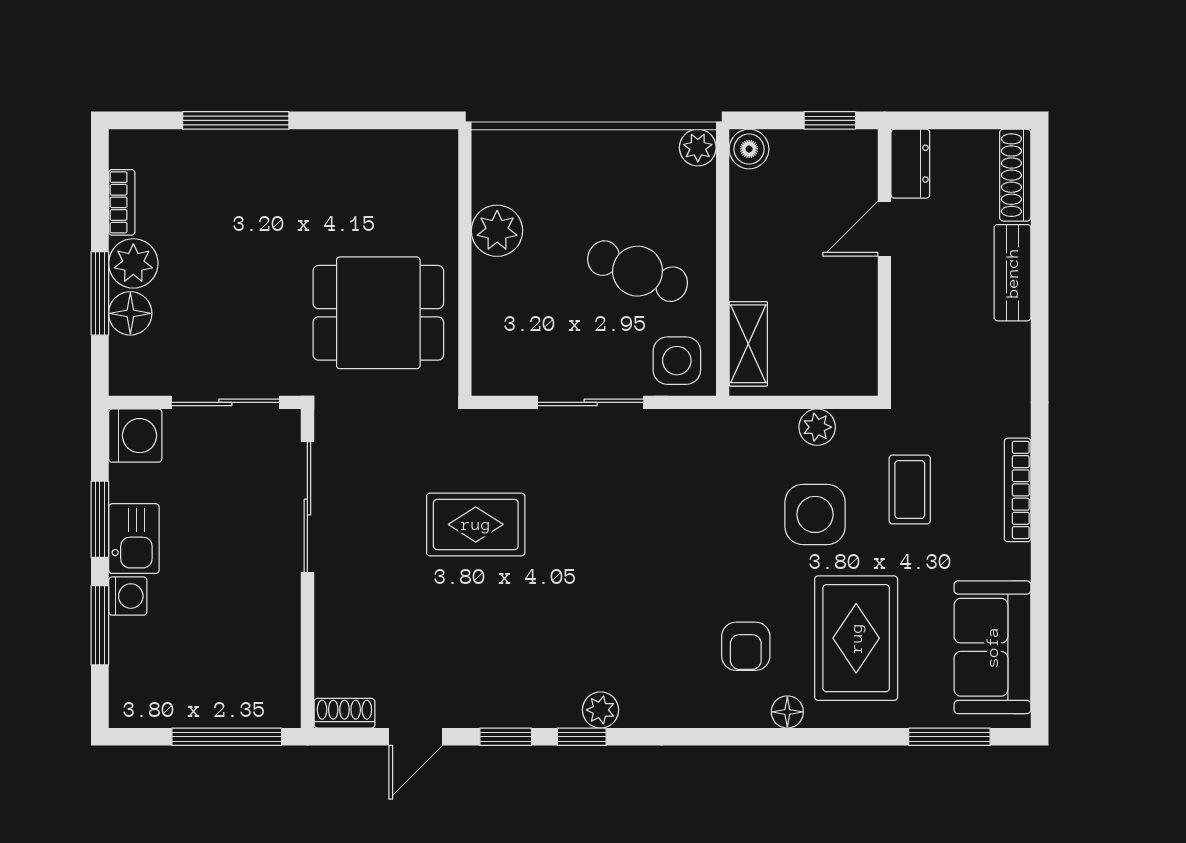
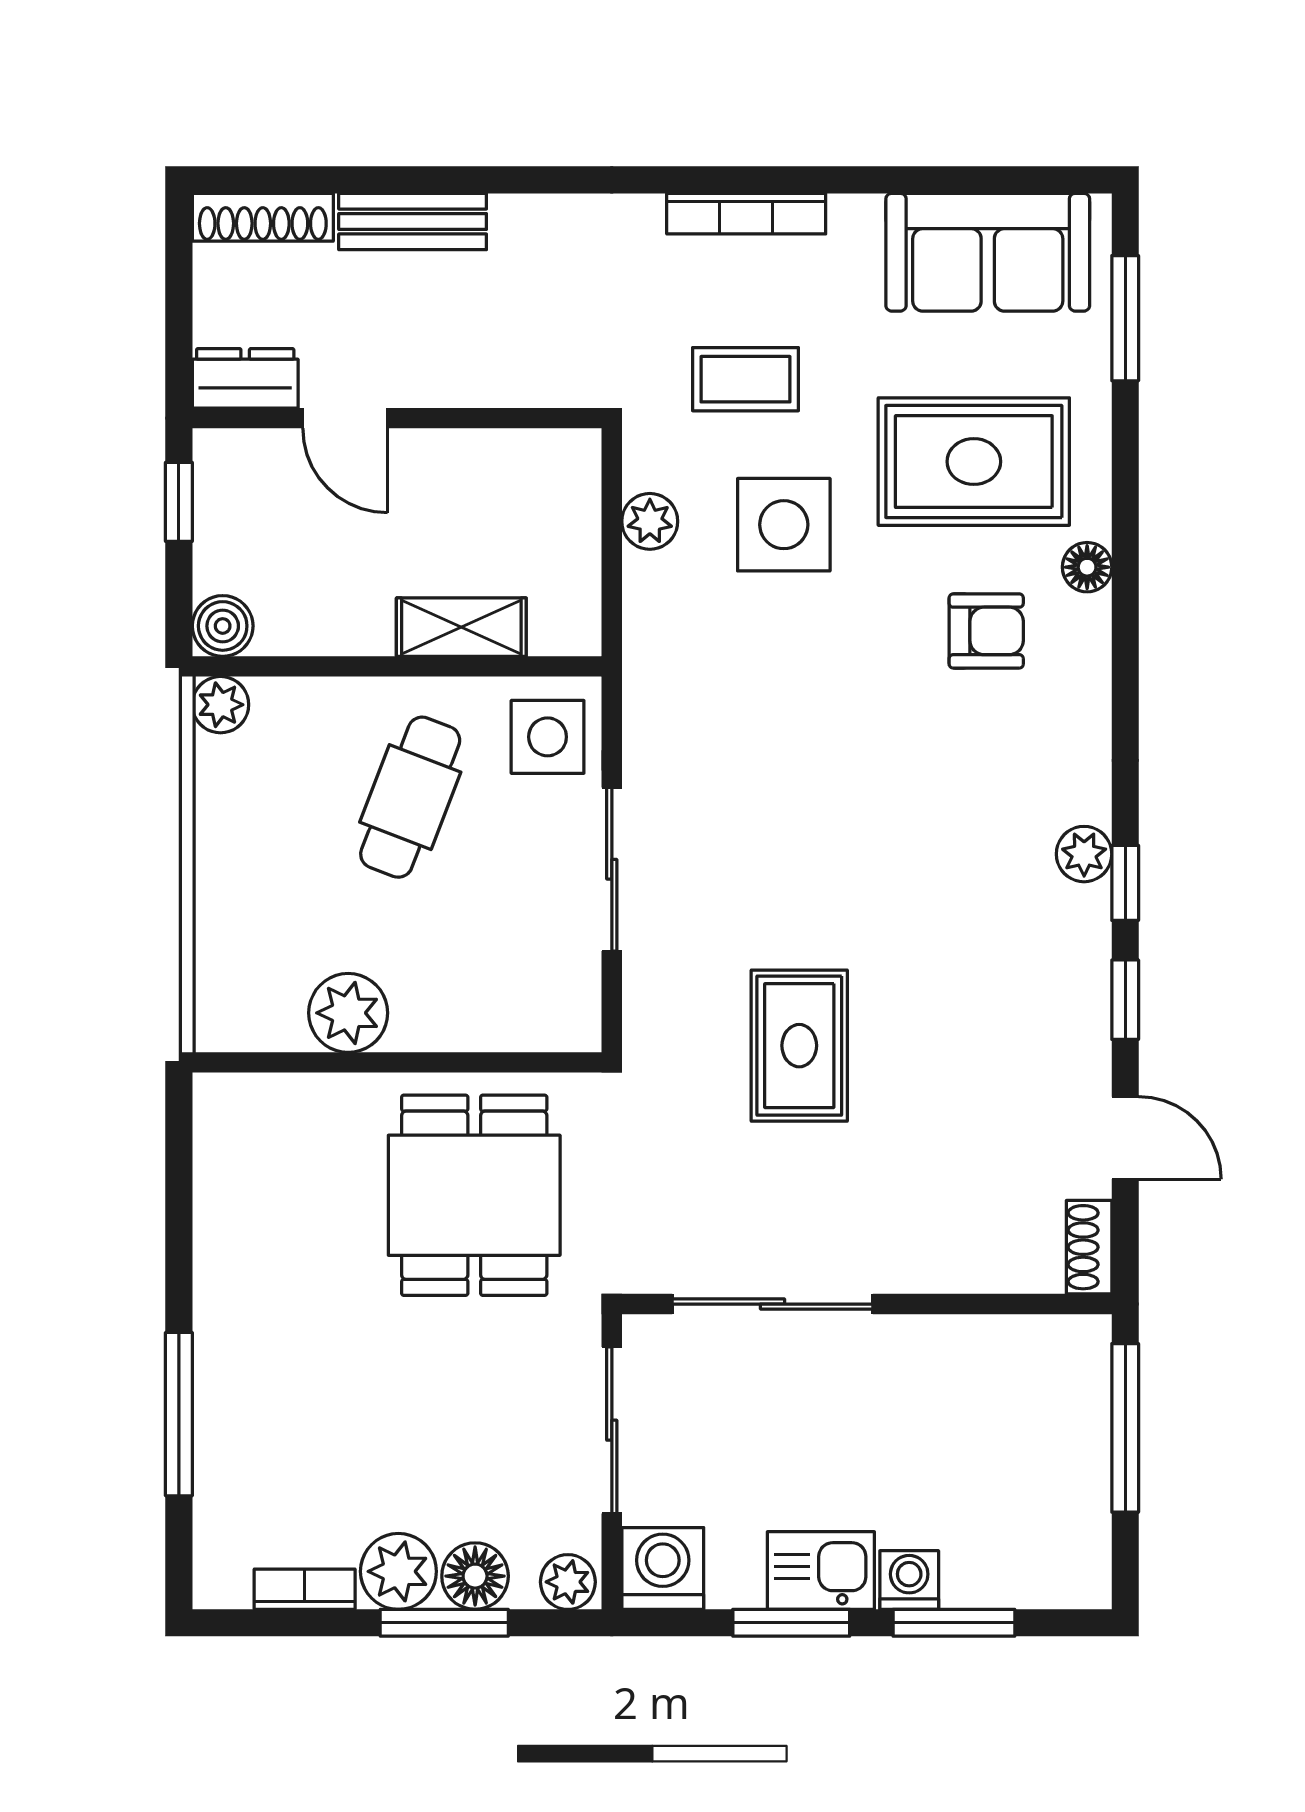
shelving: (748, 344) -> (461, 627), moved
plant: (126, 374) -> (568, 1582), added

